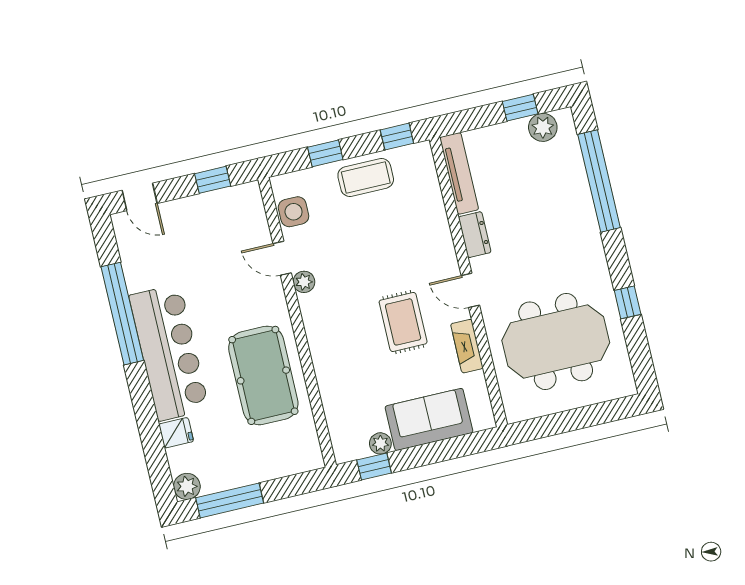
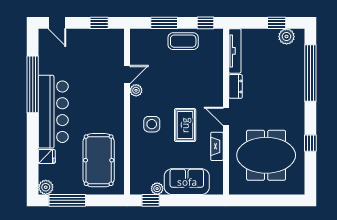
window: (325, 153) -> (164, 23), width x1.50
side table: (294, 212) -> (152, 124), moved
door: (282, 258) -> (127, 75), swing flipped
pool table: (263, 375) -> (99, 160), moved

